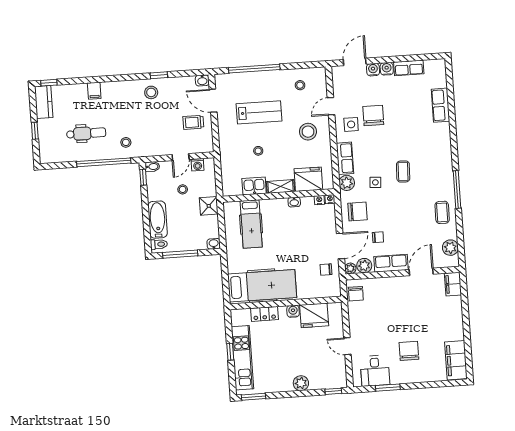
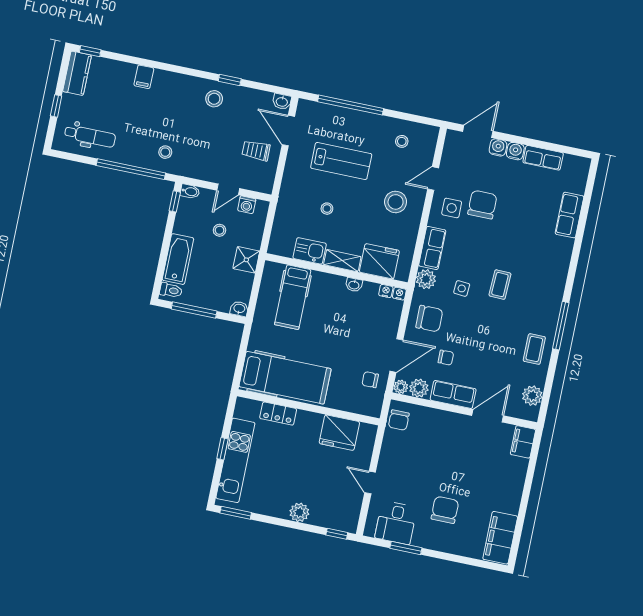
dental chair: (86, 133) -> (90, 136), moved
water cooler: (293, 311) -> (315, 420), removed

